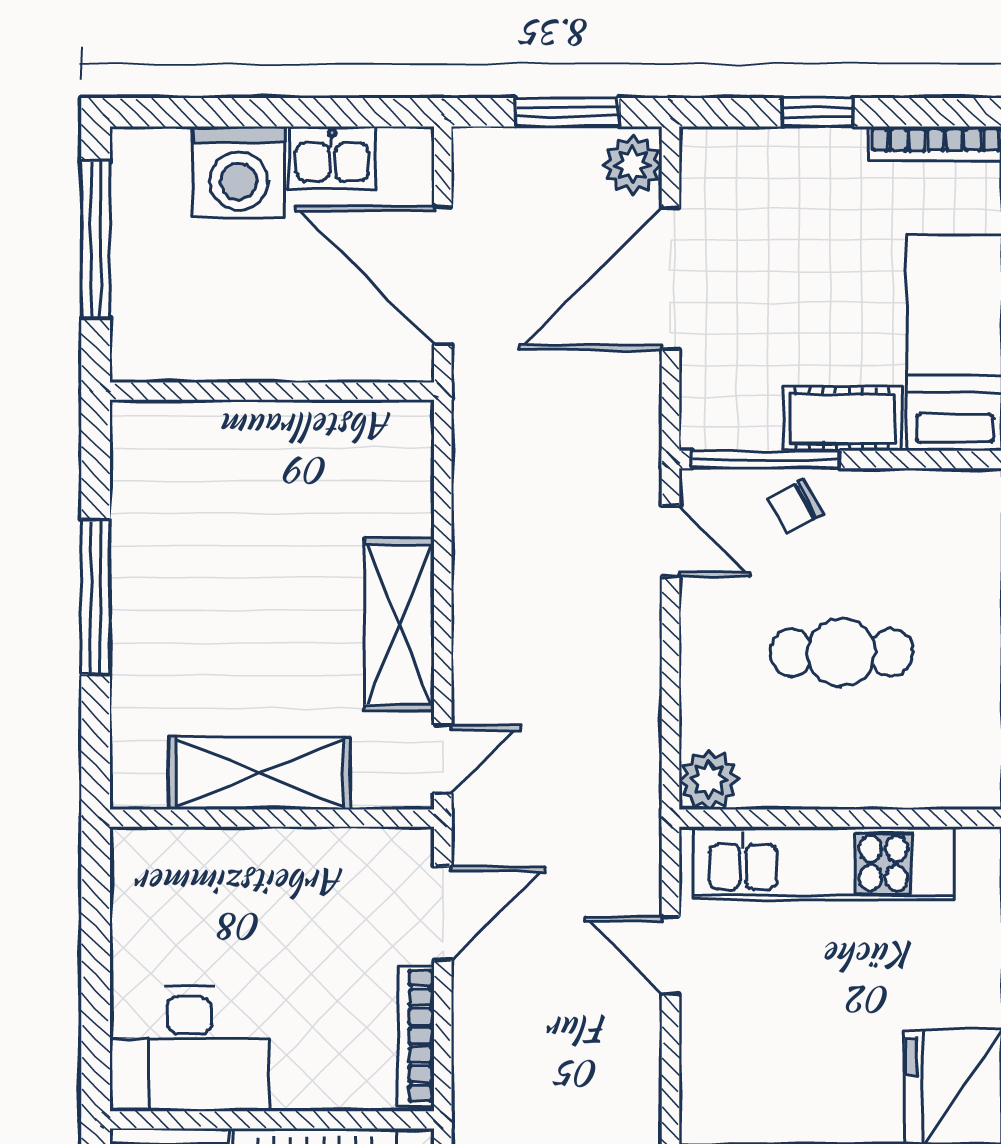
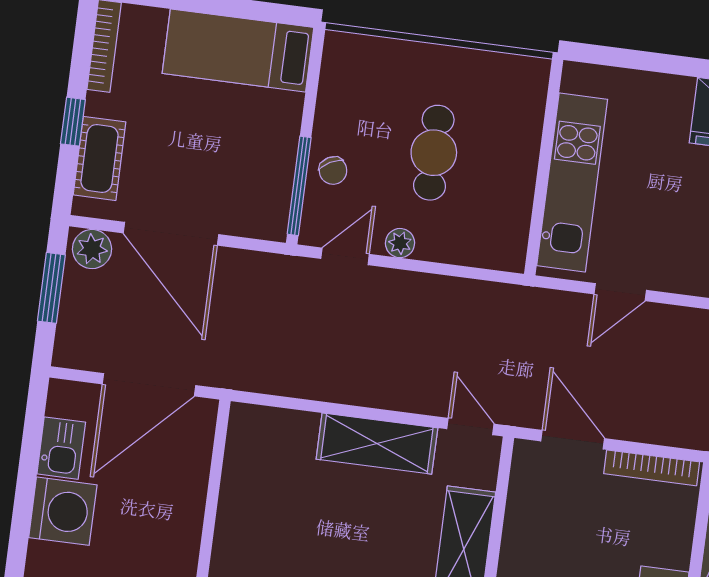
cot: (843, 419) -> (100, 158), moved
plant: (709, 780) -> (400, 243), moved, width x0.73, depth x0.73

